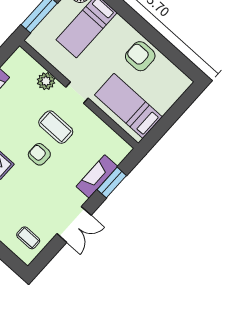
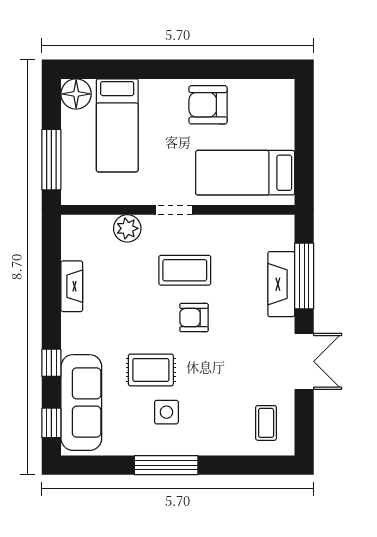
window: (112, 183) -> (304, 276), width x1.44
coffee table: (28, 238) -> (266, 423), turned 90

